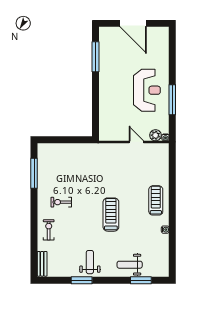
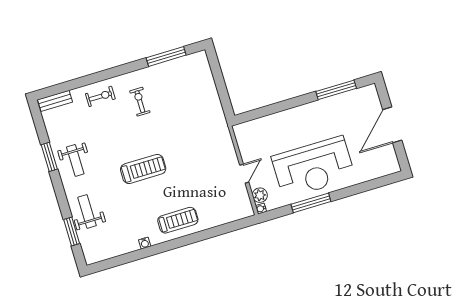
reception desk: (147, 90) -> (313, 167), width x1.36, depth x1.30
weight bench: (90, 262) -> (75, 160), turned 90

